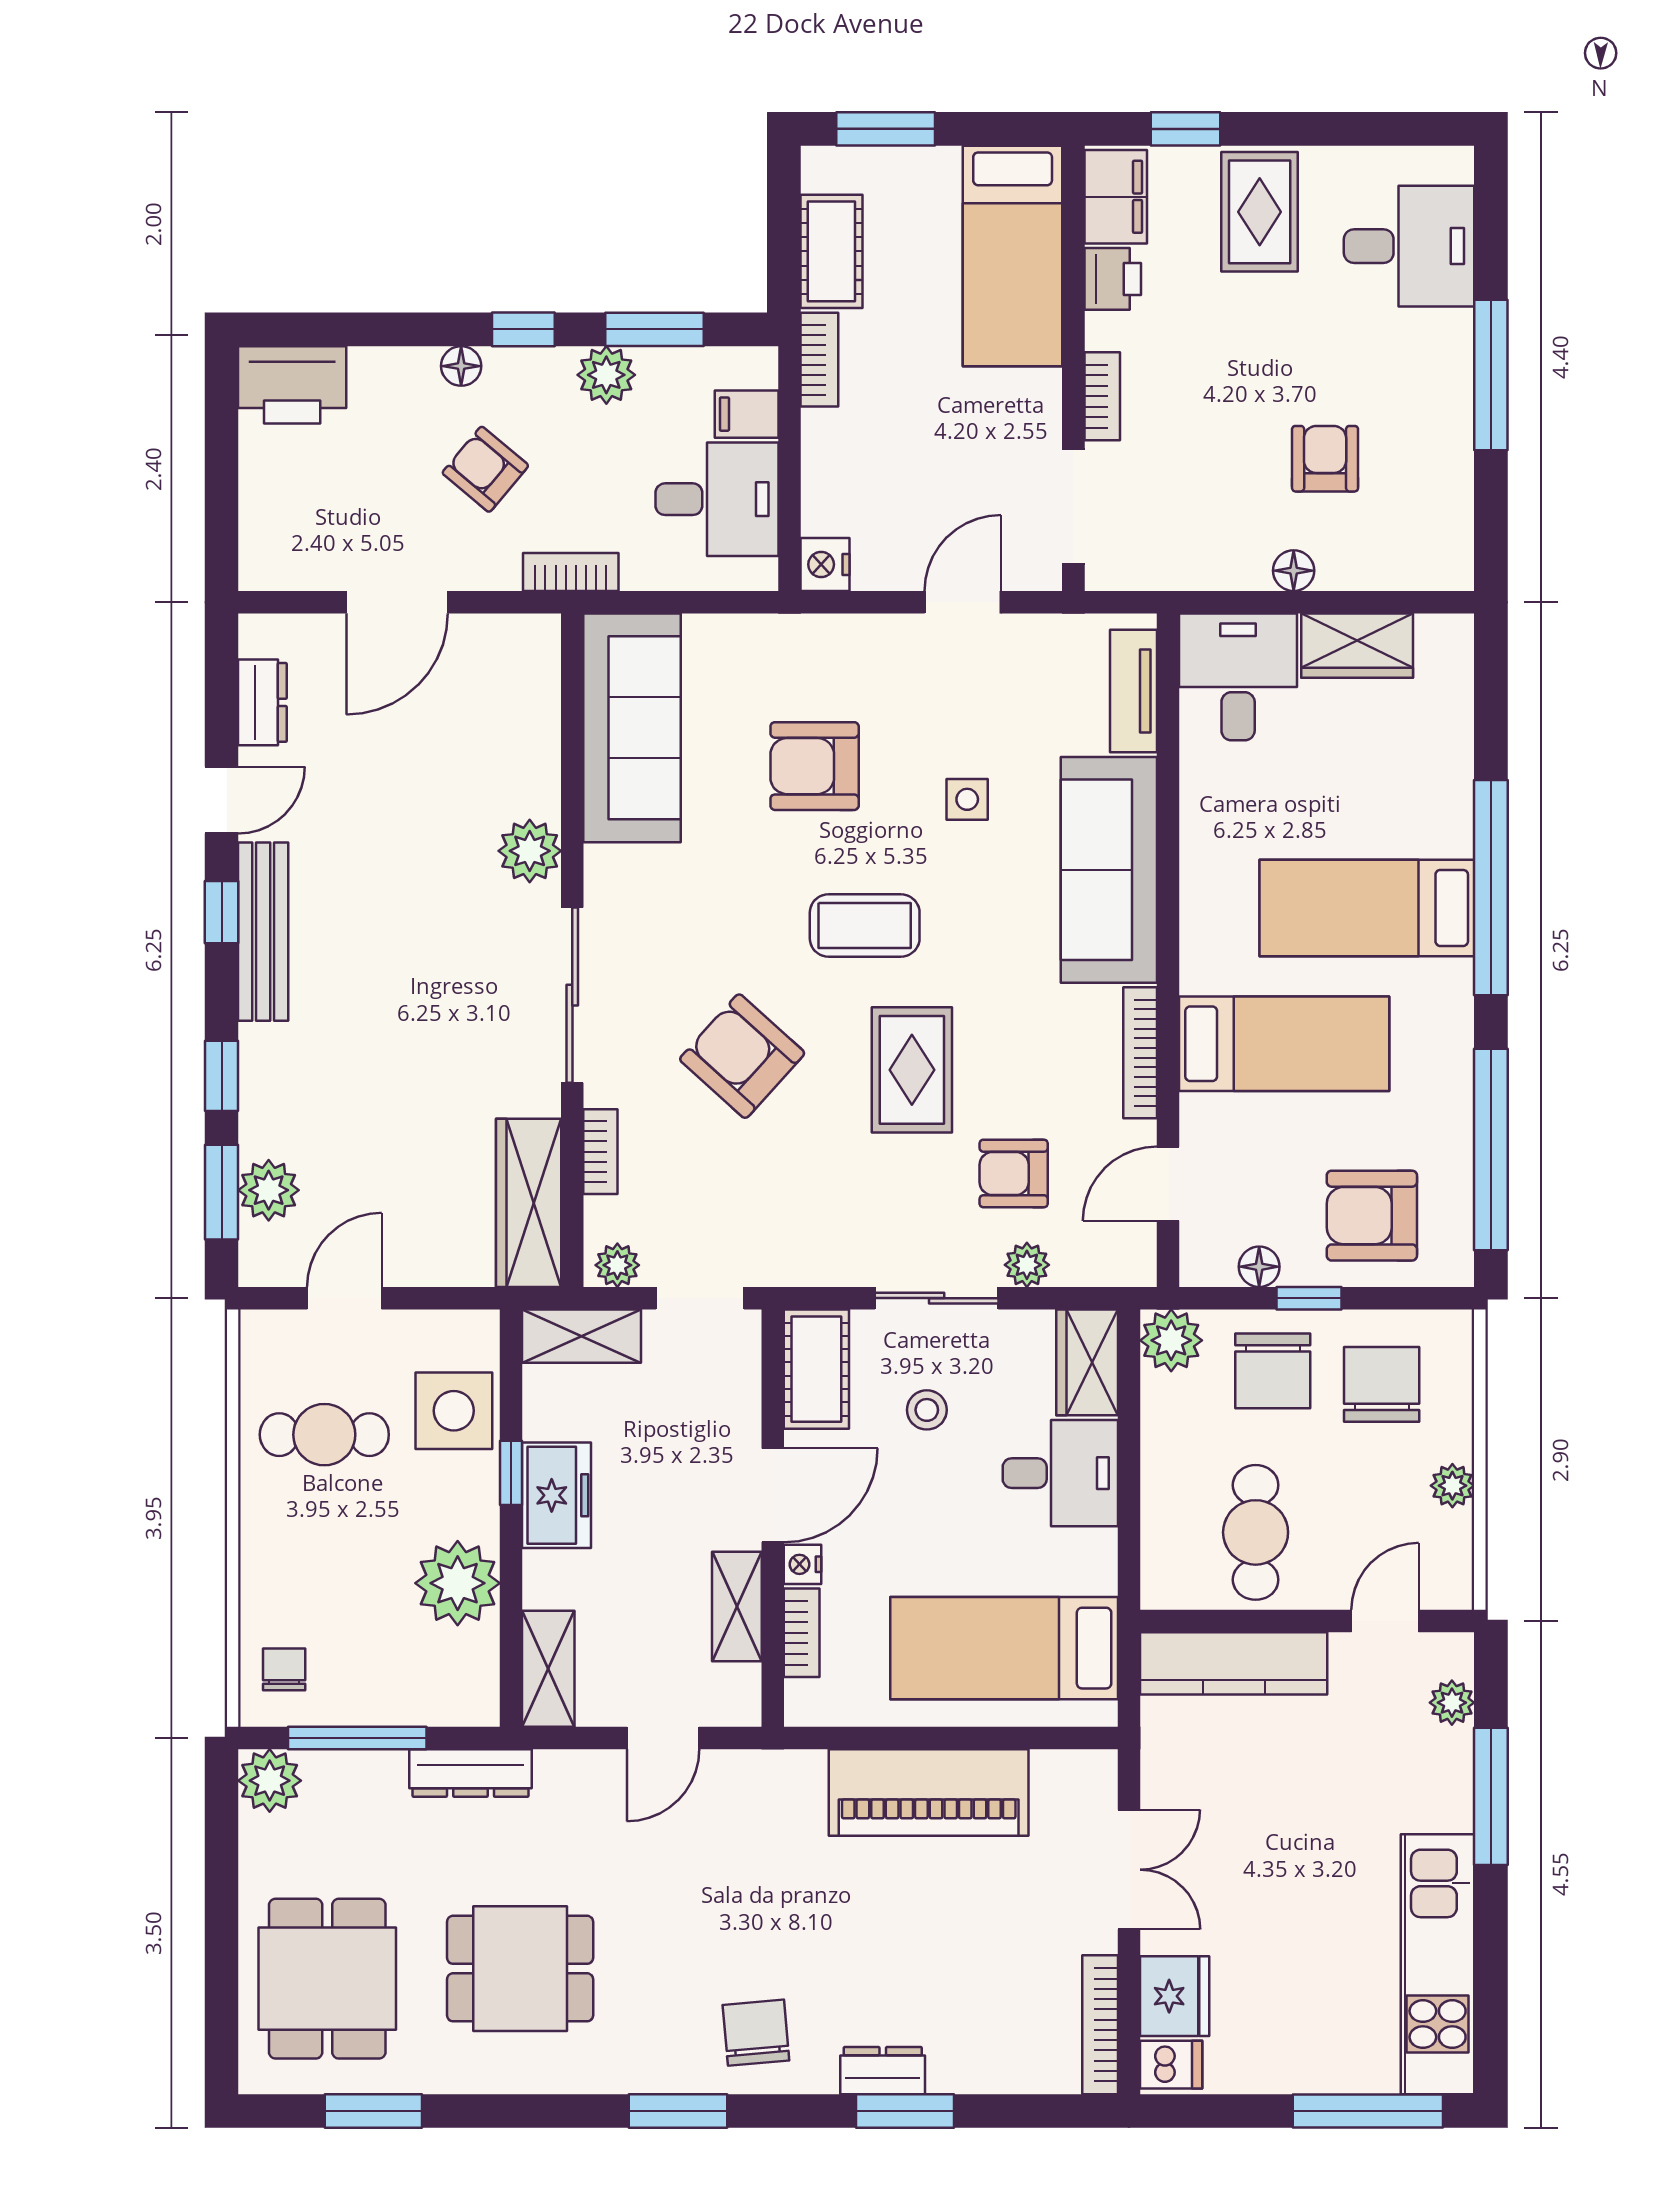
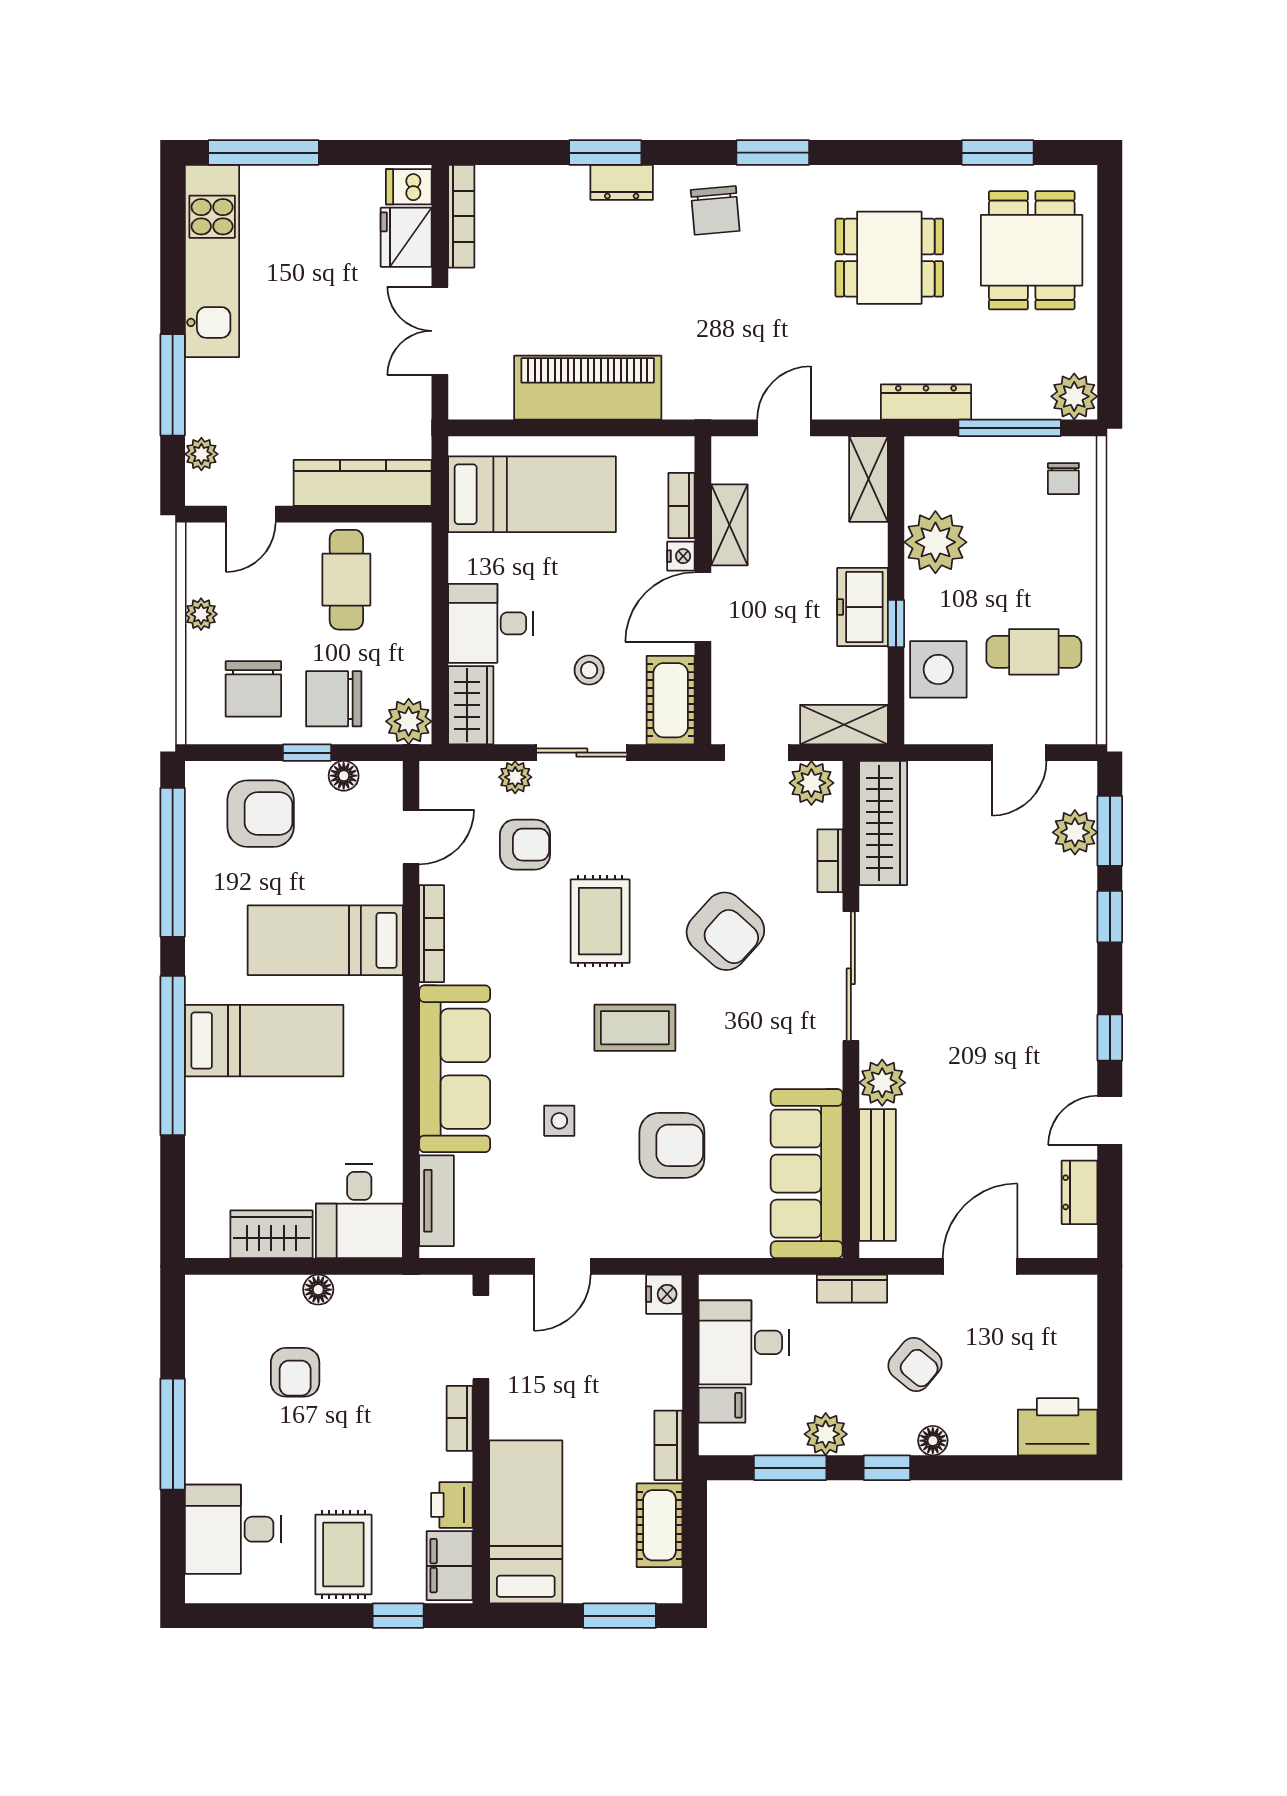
bench: (263, 932) -> (877, 1175), moved
plant: (617, 1265) -> (811, 783), width x1.38, depth x1.38
chair: (1273, 1371) -> (334, 699), turned -90

